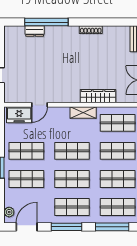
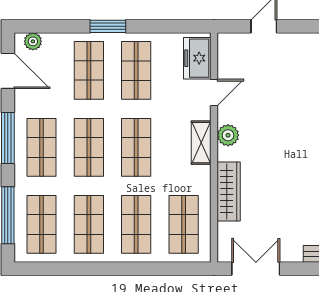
plant: (65, 97) -> (228, 135), added
door: (39, 105) -> (214, 93), swing flipped
shelving: (83, 112) -> (201, 143), moved

